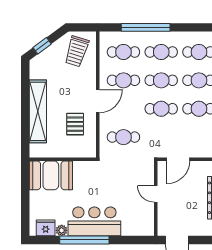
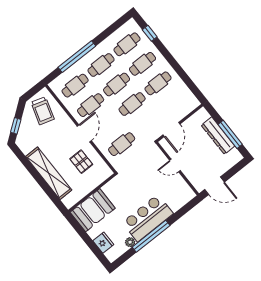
fridge: (46, 228) -> (103, 243), moved, turned 90

